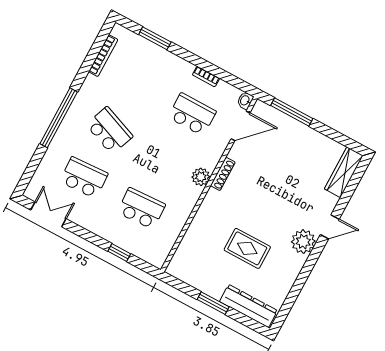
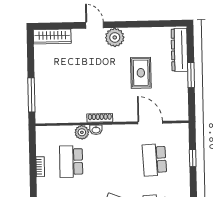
washbasin: (245, 101) -> (96, 130), moved
door: (240, 126) -> (150, 122), moved
plant: (201, 177) -> (82, 132), moved

